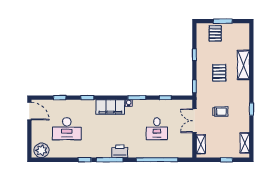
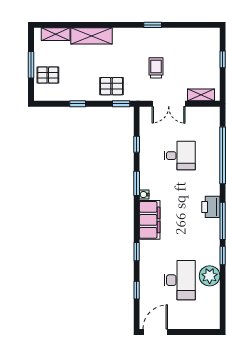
pallet: (219, 73) -> (112, 86), moved
shelving: (245, 143) -> (56, 34), moved
plant: (41, 150) -> (210, 276), moved

